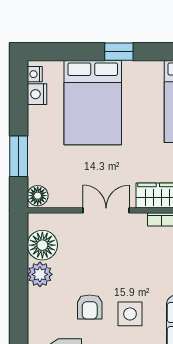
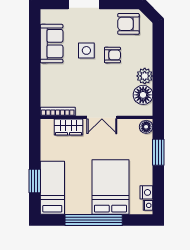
window: (119, 52) -> (94, 220), width x3.17
armchair: (90, 307) -> (112, 55), turned 90

